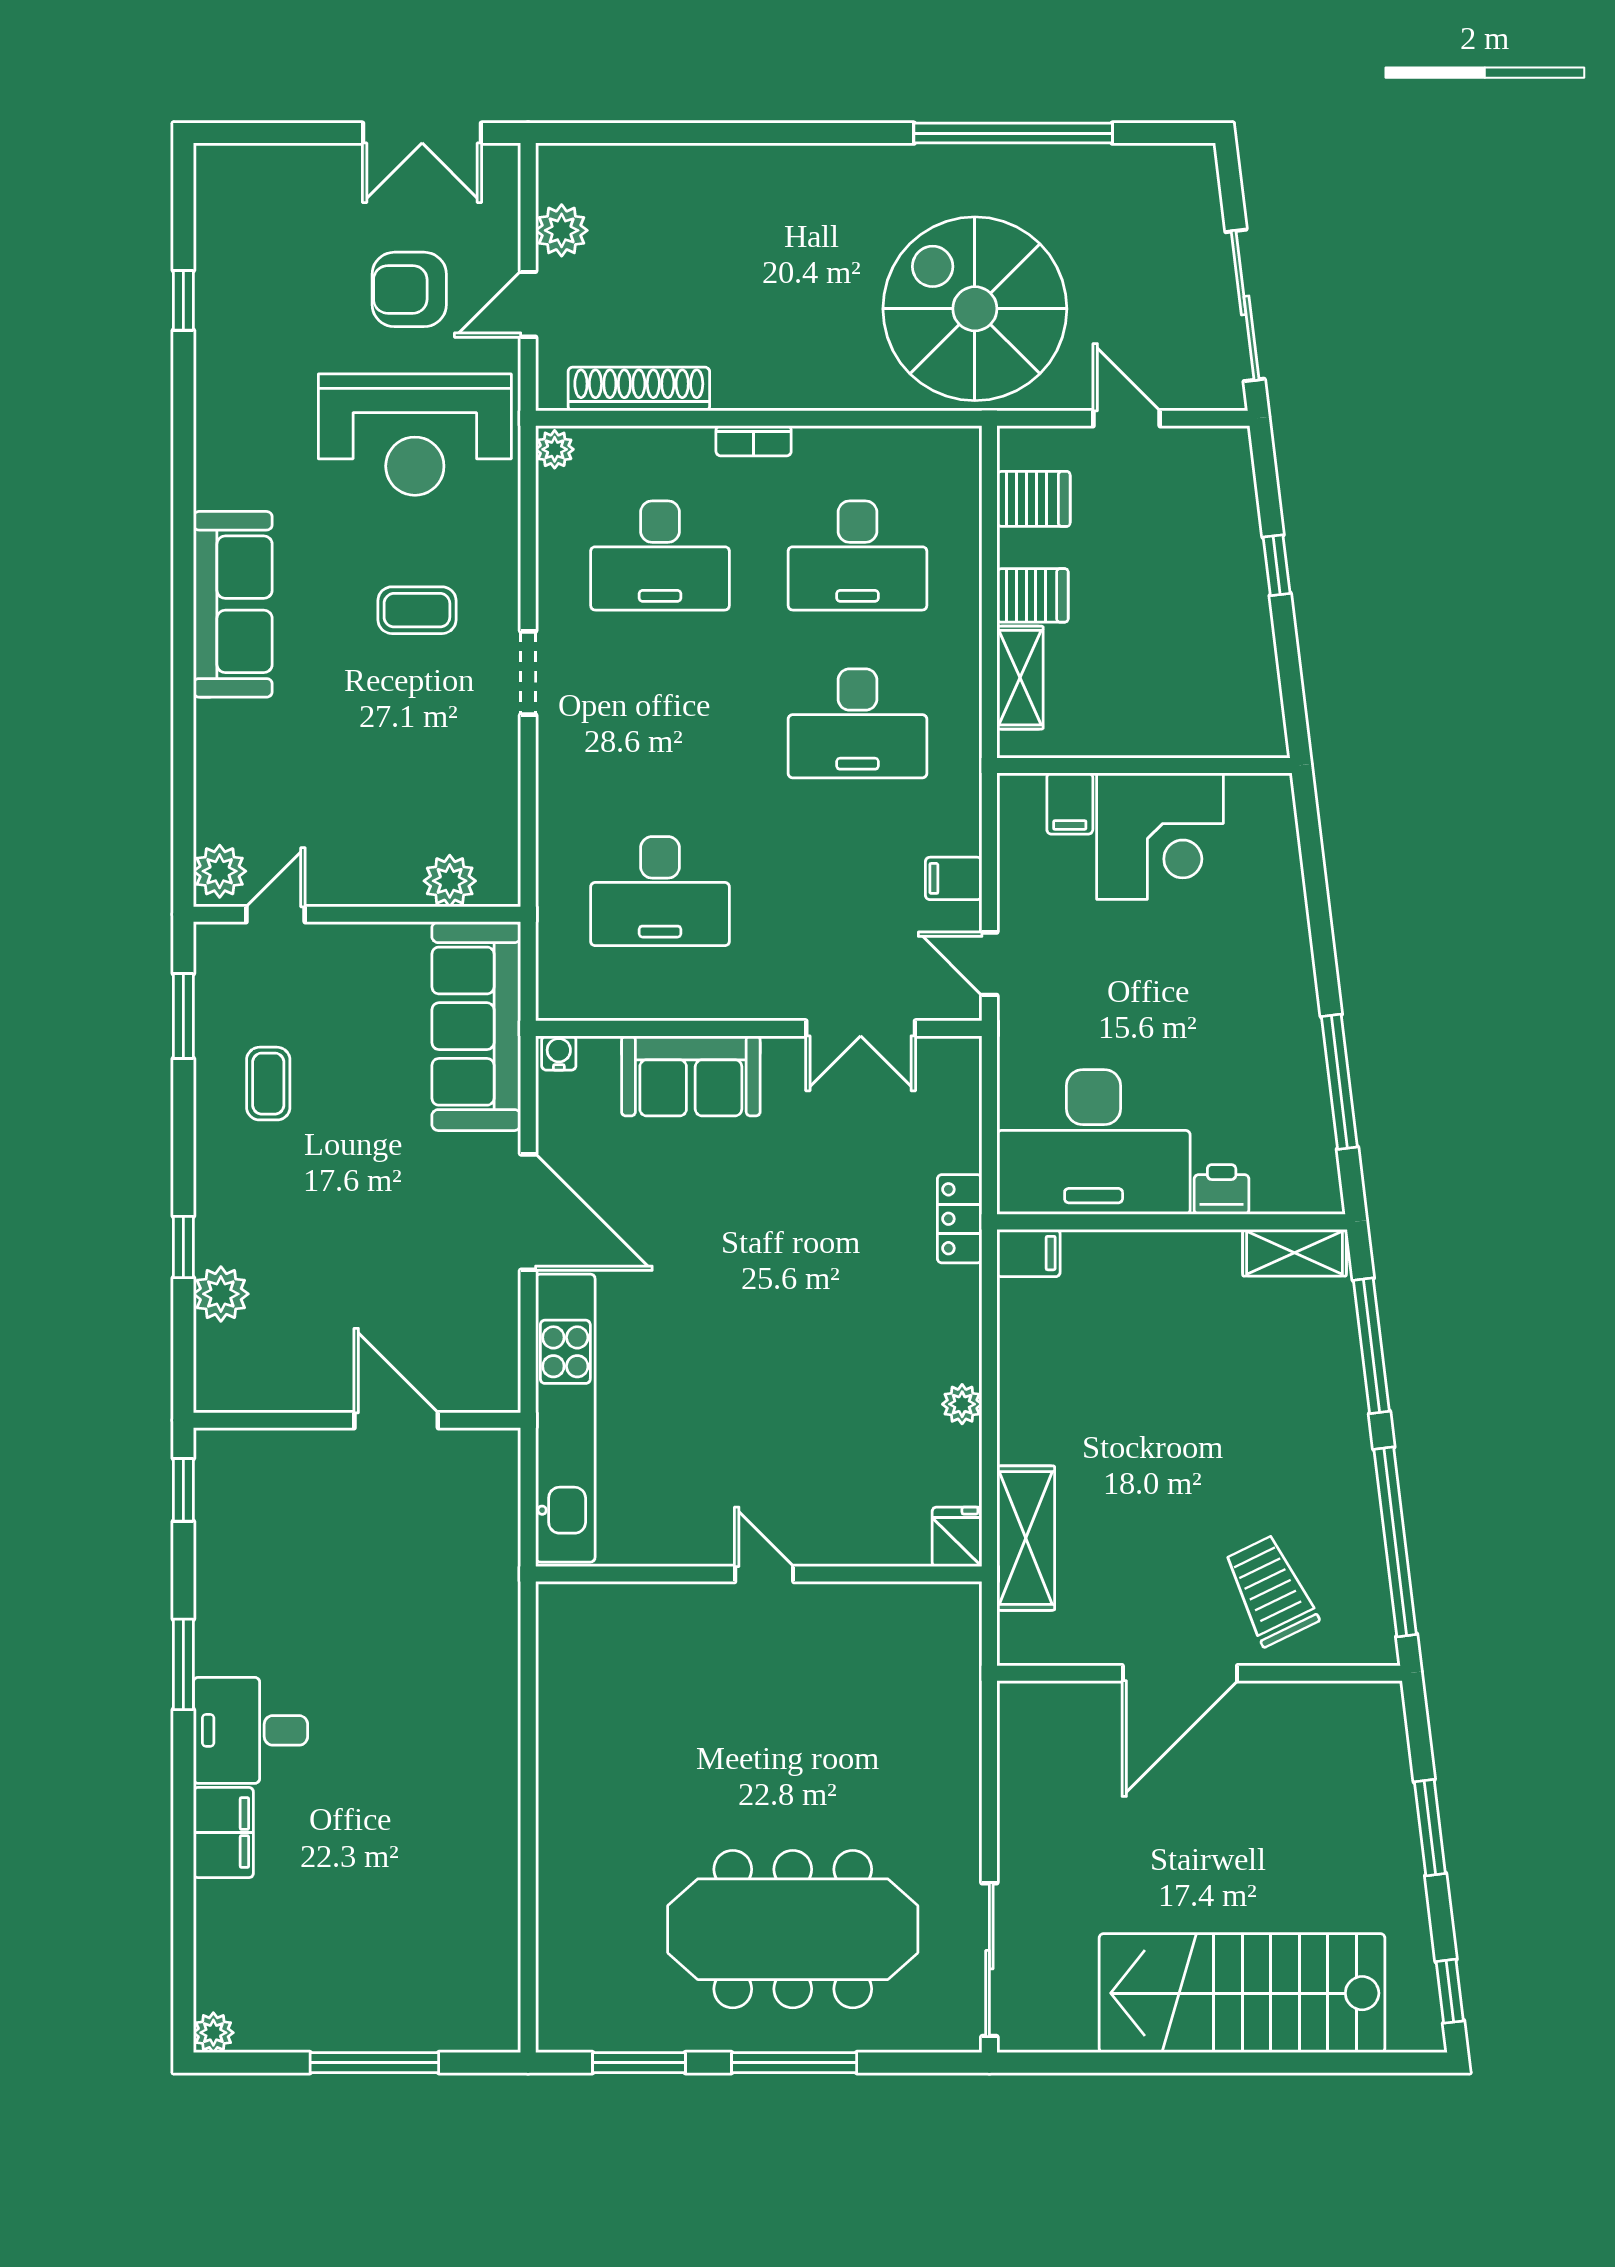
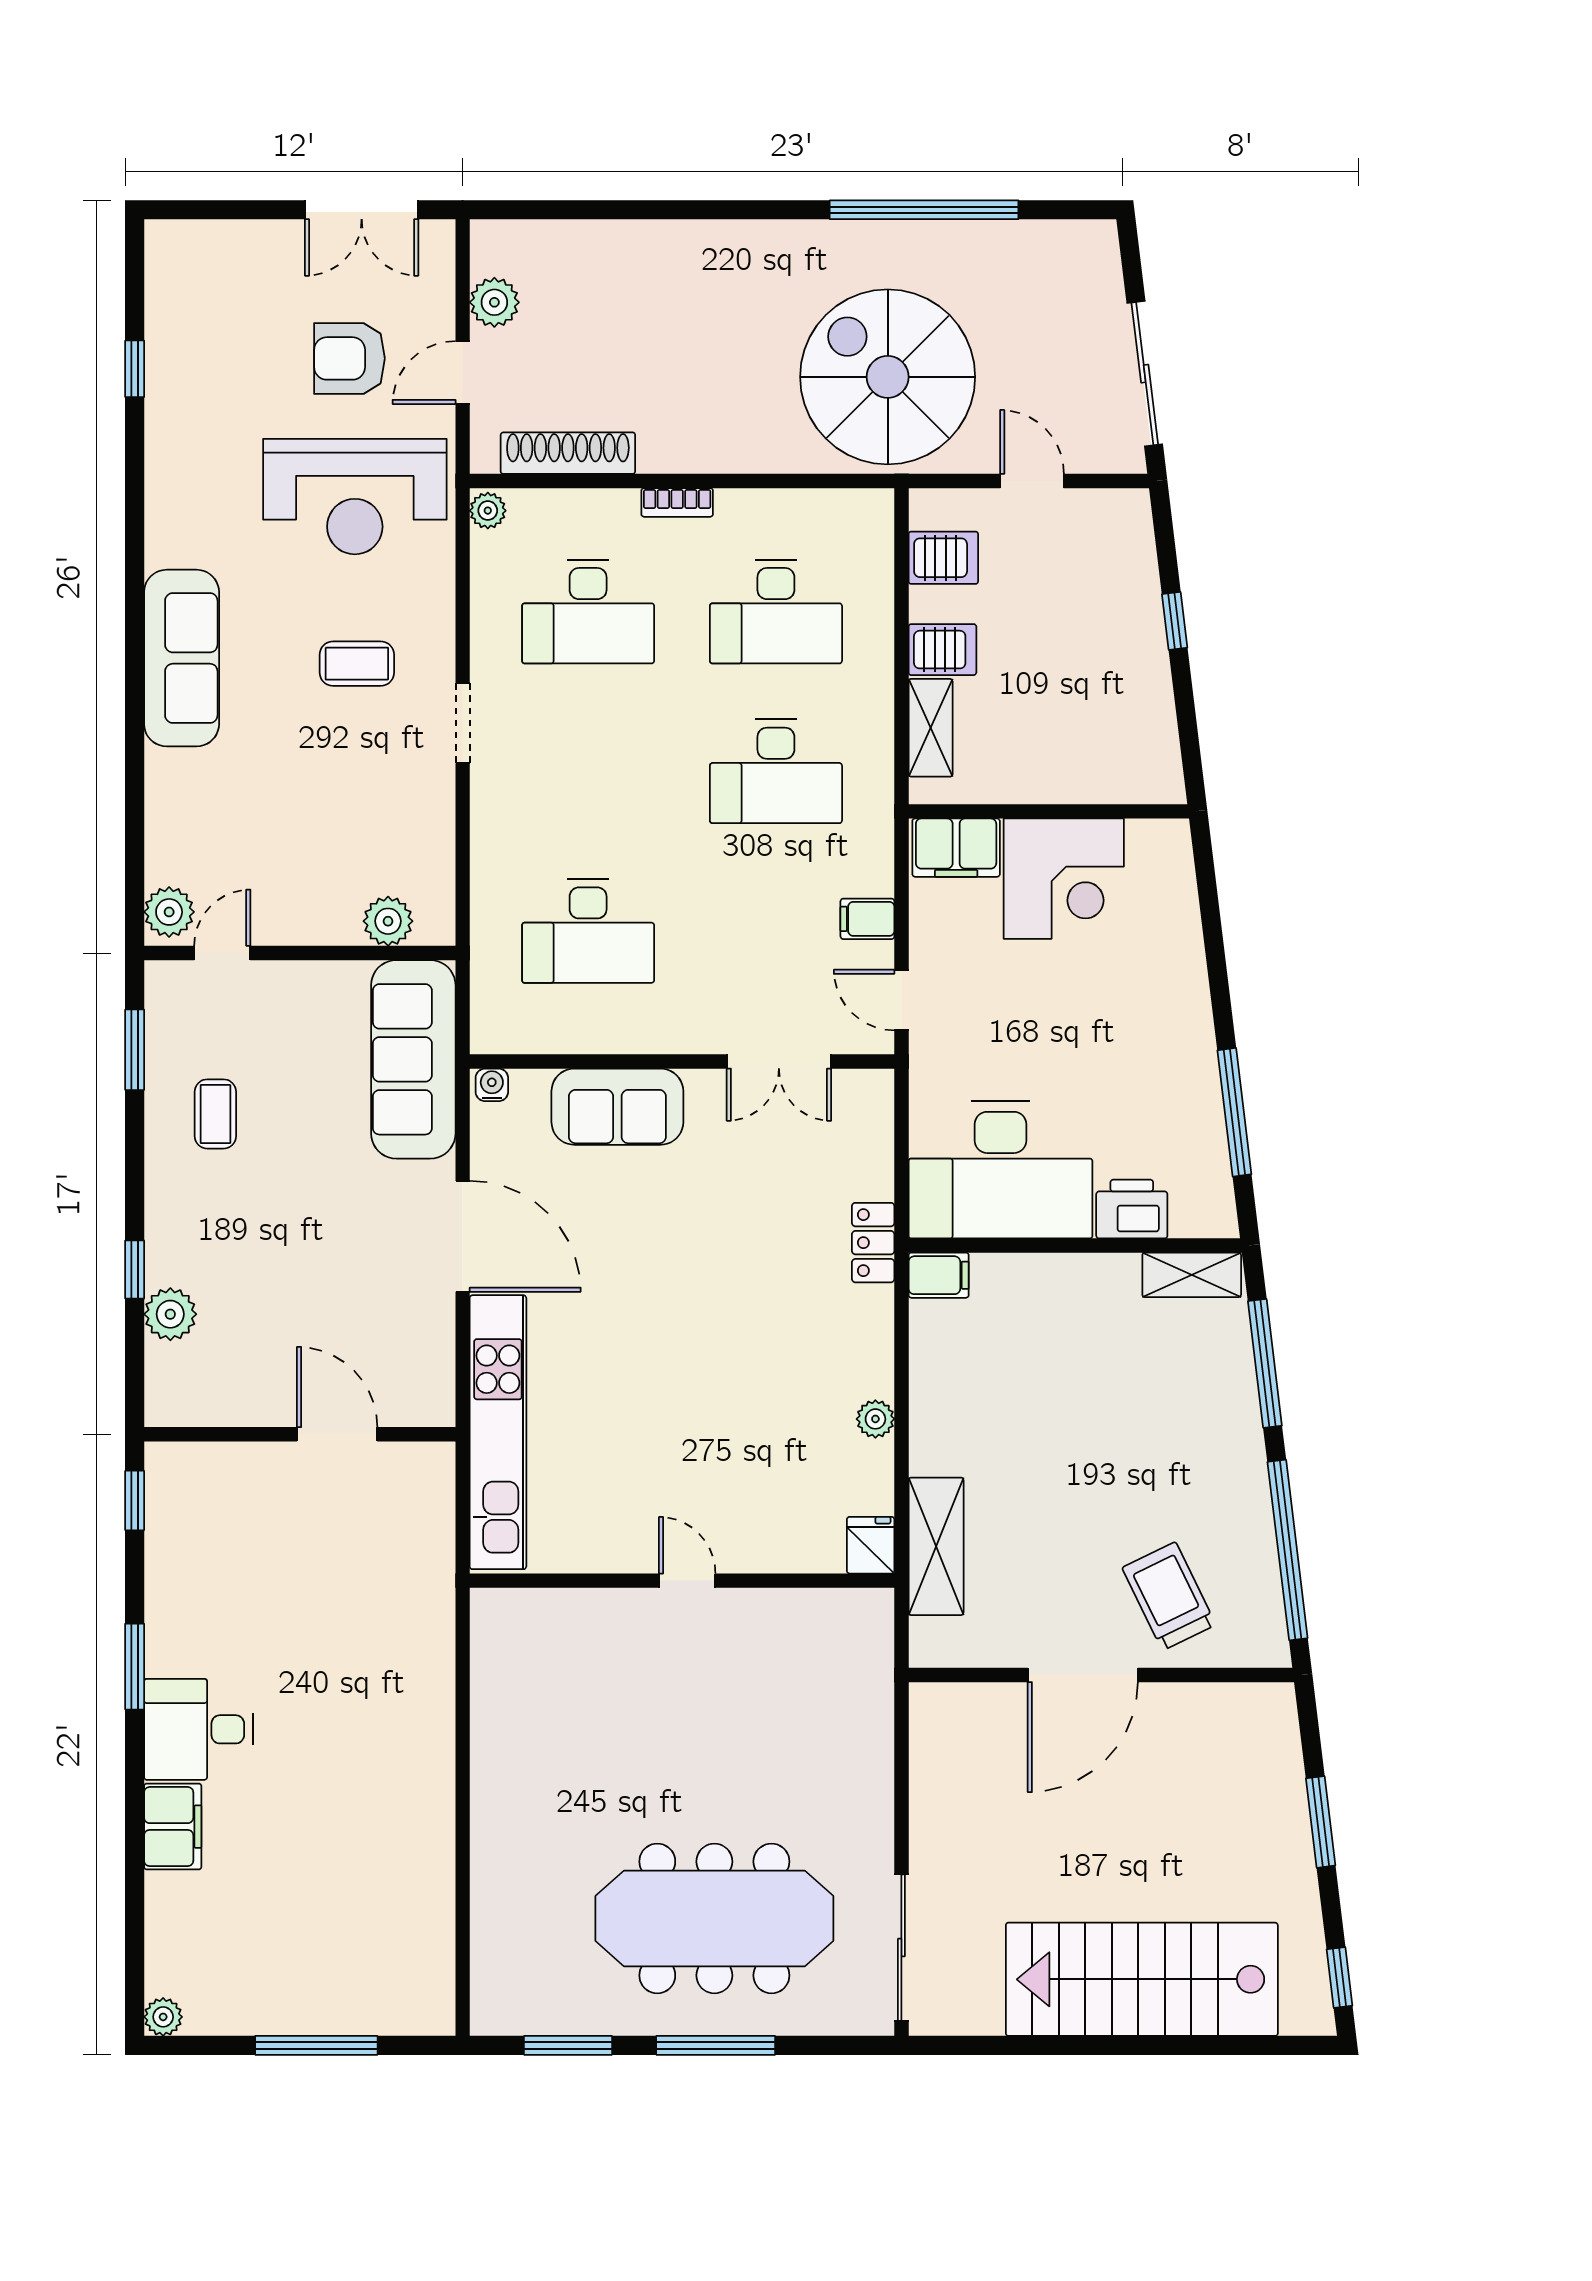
filing cabinet: (1070, 804) -> (956, 848), width x2.00
printer: (1222, 1189) -> (1132, 1209), width x1.36, depth x1.24

